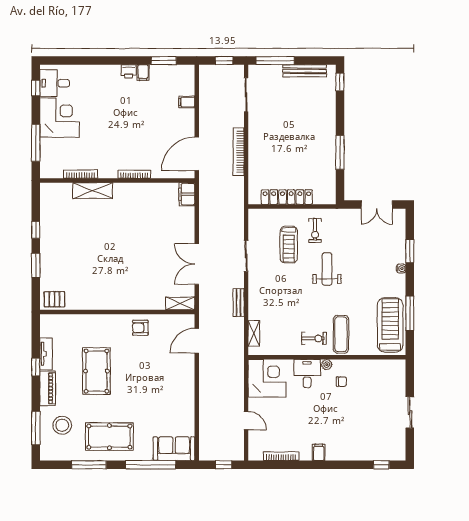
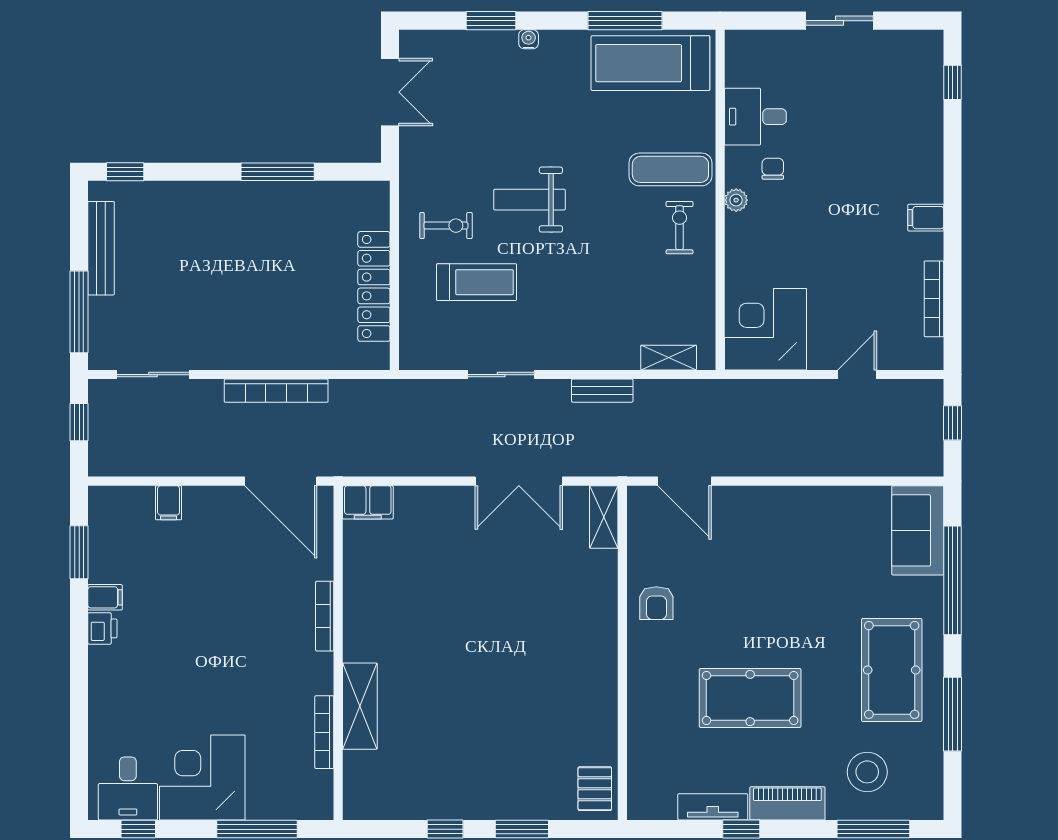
desk: (307, 374) -> (755, 117), moved

